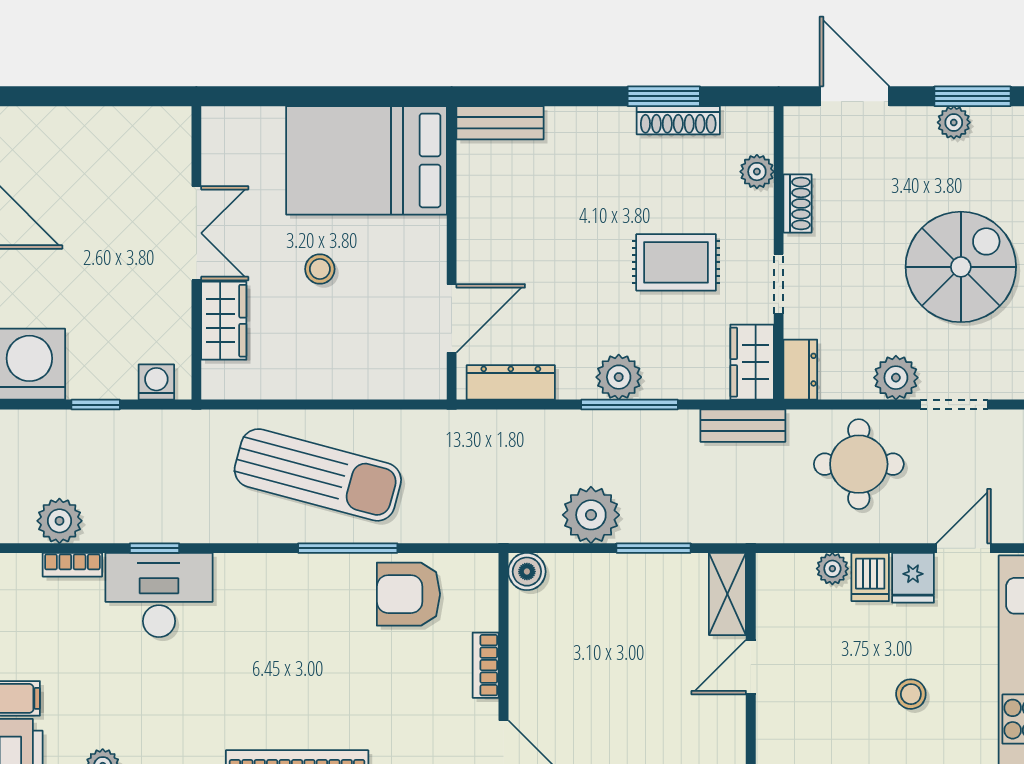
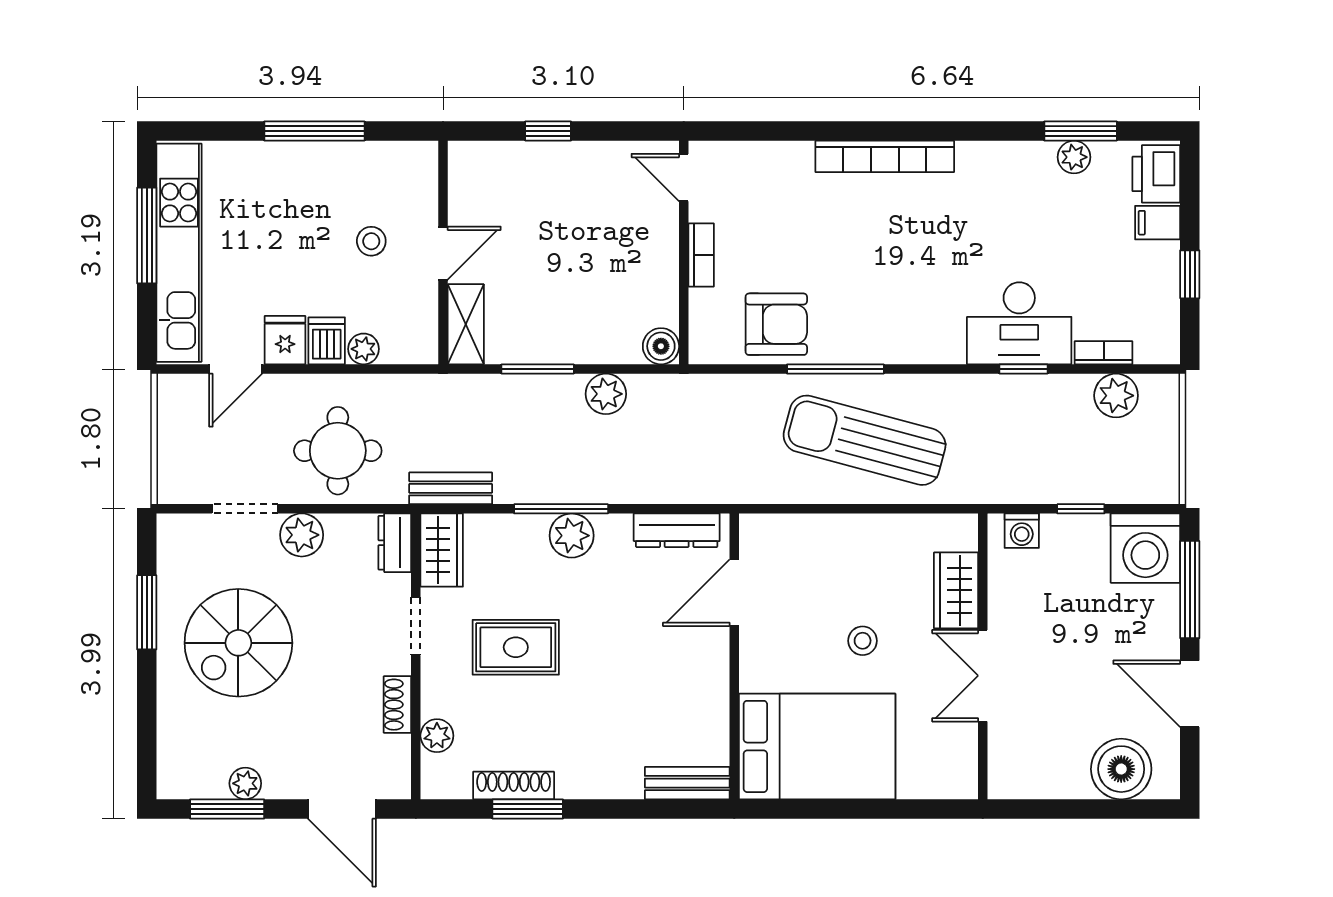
boiler: (54, 137) -> (1121, 769), added
plant: (591, 515) -> (606, 394), width x0.73, depth x0.73
stool: (911, 694) -> (371, 241), moved

